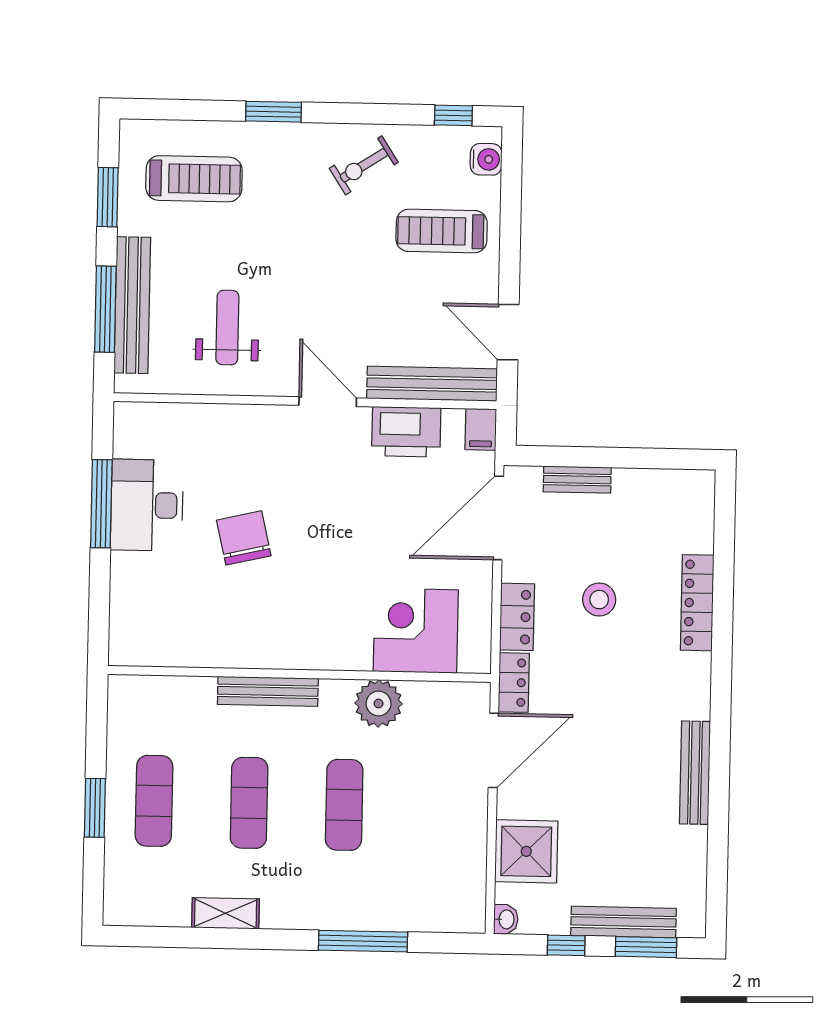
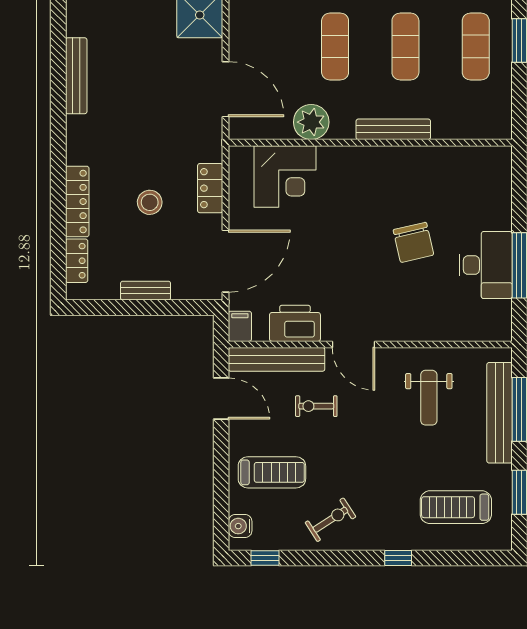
window: (273, 112) -> (398, 558), width x0.67
exercise bike: (380, 319) -> (316, 406), added
bench: (577, 480) -> (146, 291), moved
locker: (514, 683) -> (77, 261), moved, turned 180
door: (493, 750) -> (226, 89), swing flipped

